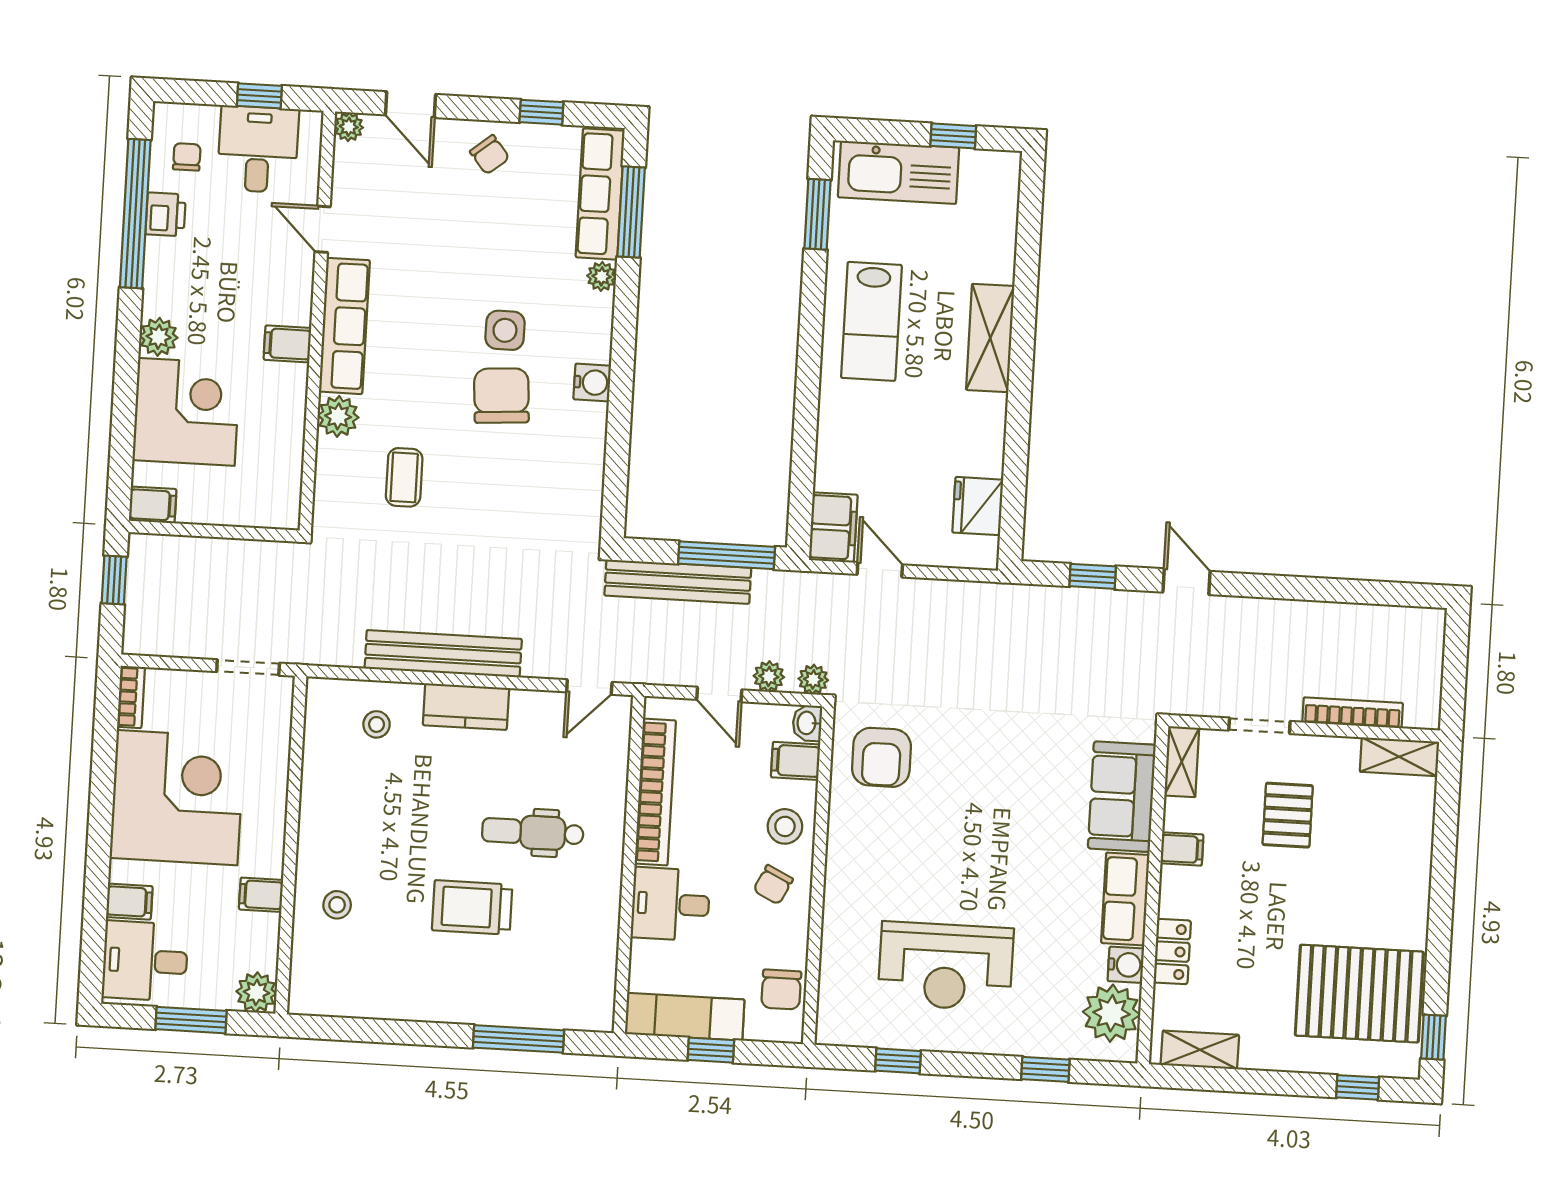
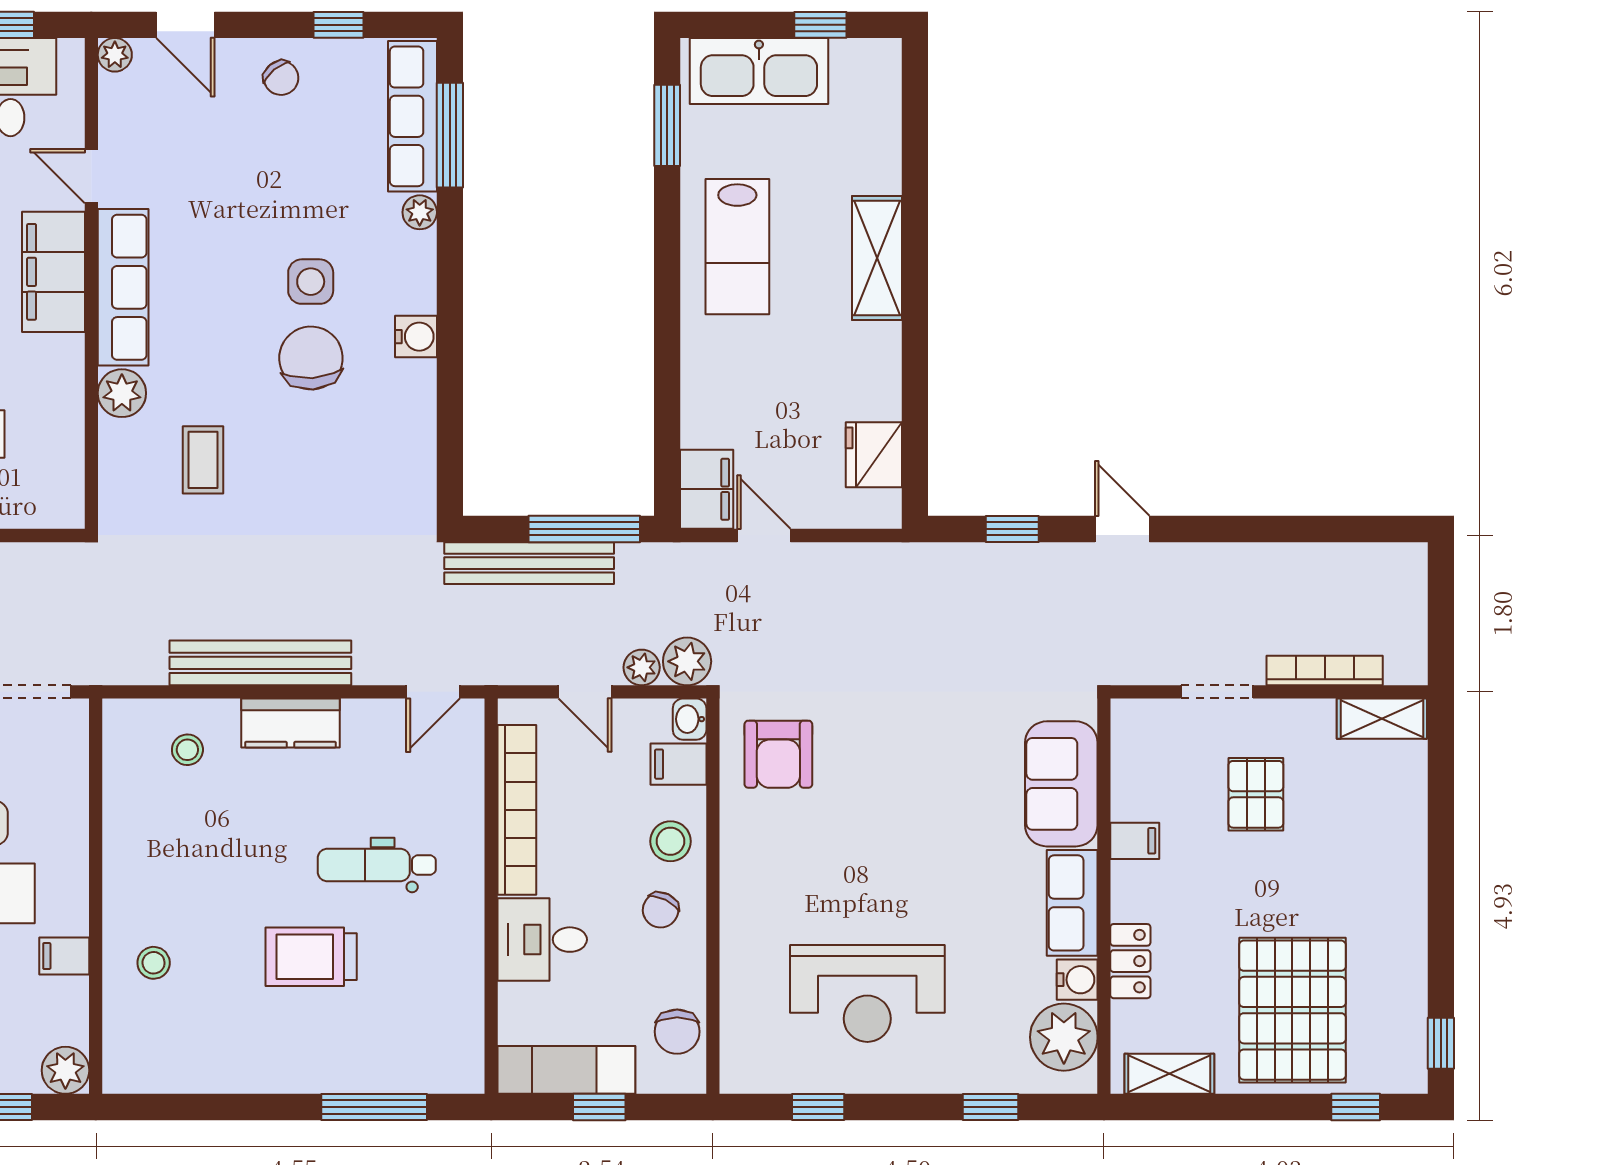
filing cabinet: (287, 344) -> (53, 272), width x3.00, depth x1.17
plant: (813, 679) -> (687, 661), width x1.38, depth x1.38
shelving: (1182, 762) -> (1129, 739), removed
pallet: (1359, 994) -> (1292, 1010), moved, turned 90

